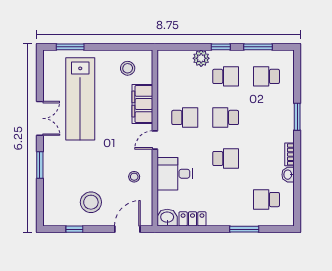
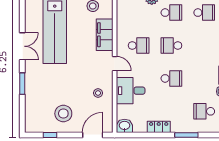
school desk: (267, 76) -> (204, 13), turned 180
door: (155, 140) -> (115, 64), swing flipped
locker: (193, 219) -> (159, 127), moved

